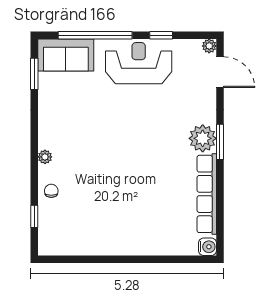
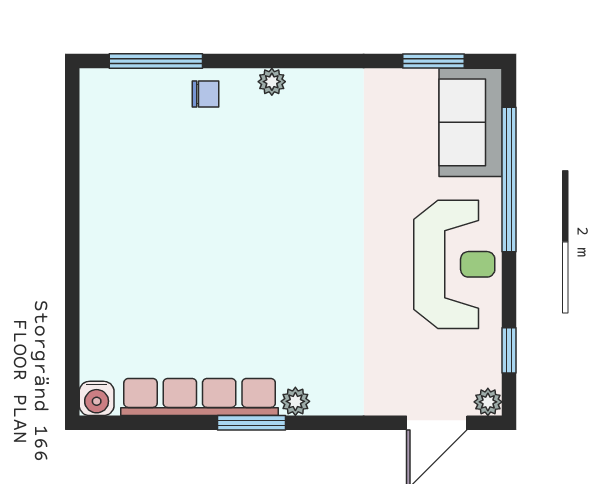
window: (161, 35) -> (509, 350), moved
plant: (203, 138) -> (295, 401), width x0.53, depth x0.53
window: (220, 142) -> (252, 423), moved
window: (34, 216) -> (156, 61), width x2.17

